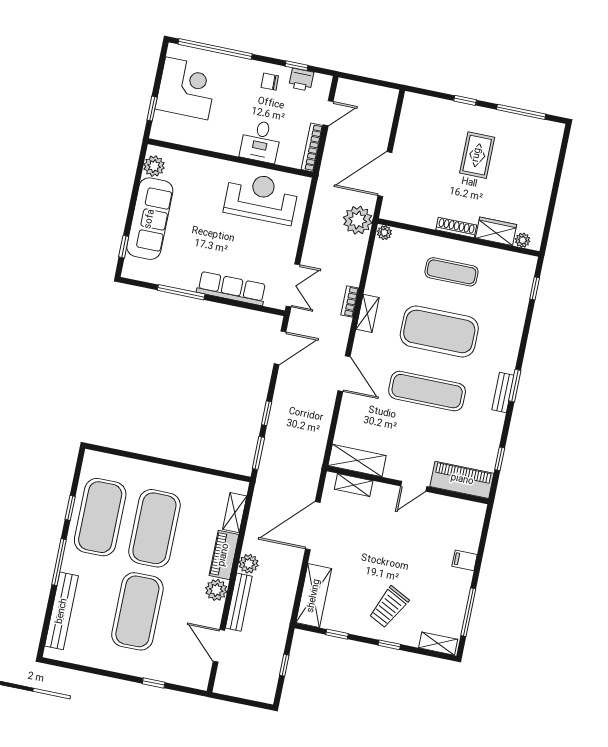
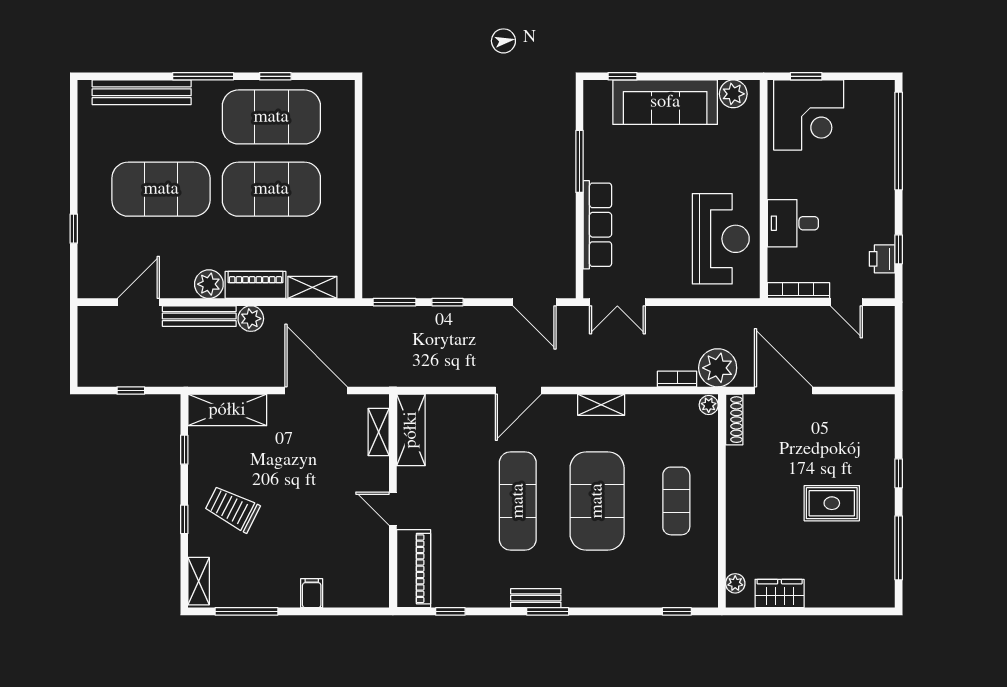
chair: (270, 82) -> (871, 219), removed
corner desk: (187, 88) -> (809, 115), moved
shoe rack: (456, 227) -> (734, 420), moved
wardrobe: (496, 231) -> (780, 594), moved, turned -90
bookcase: (350, 301) -> (677, 379), moved

